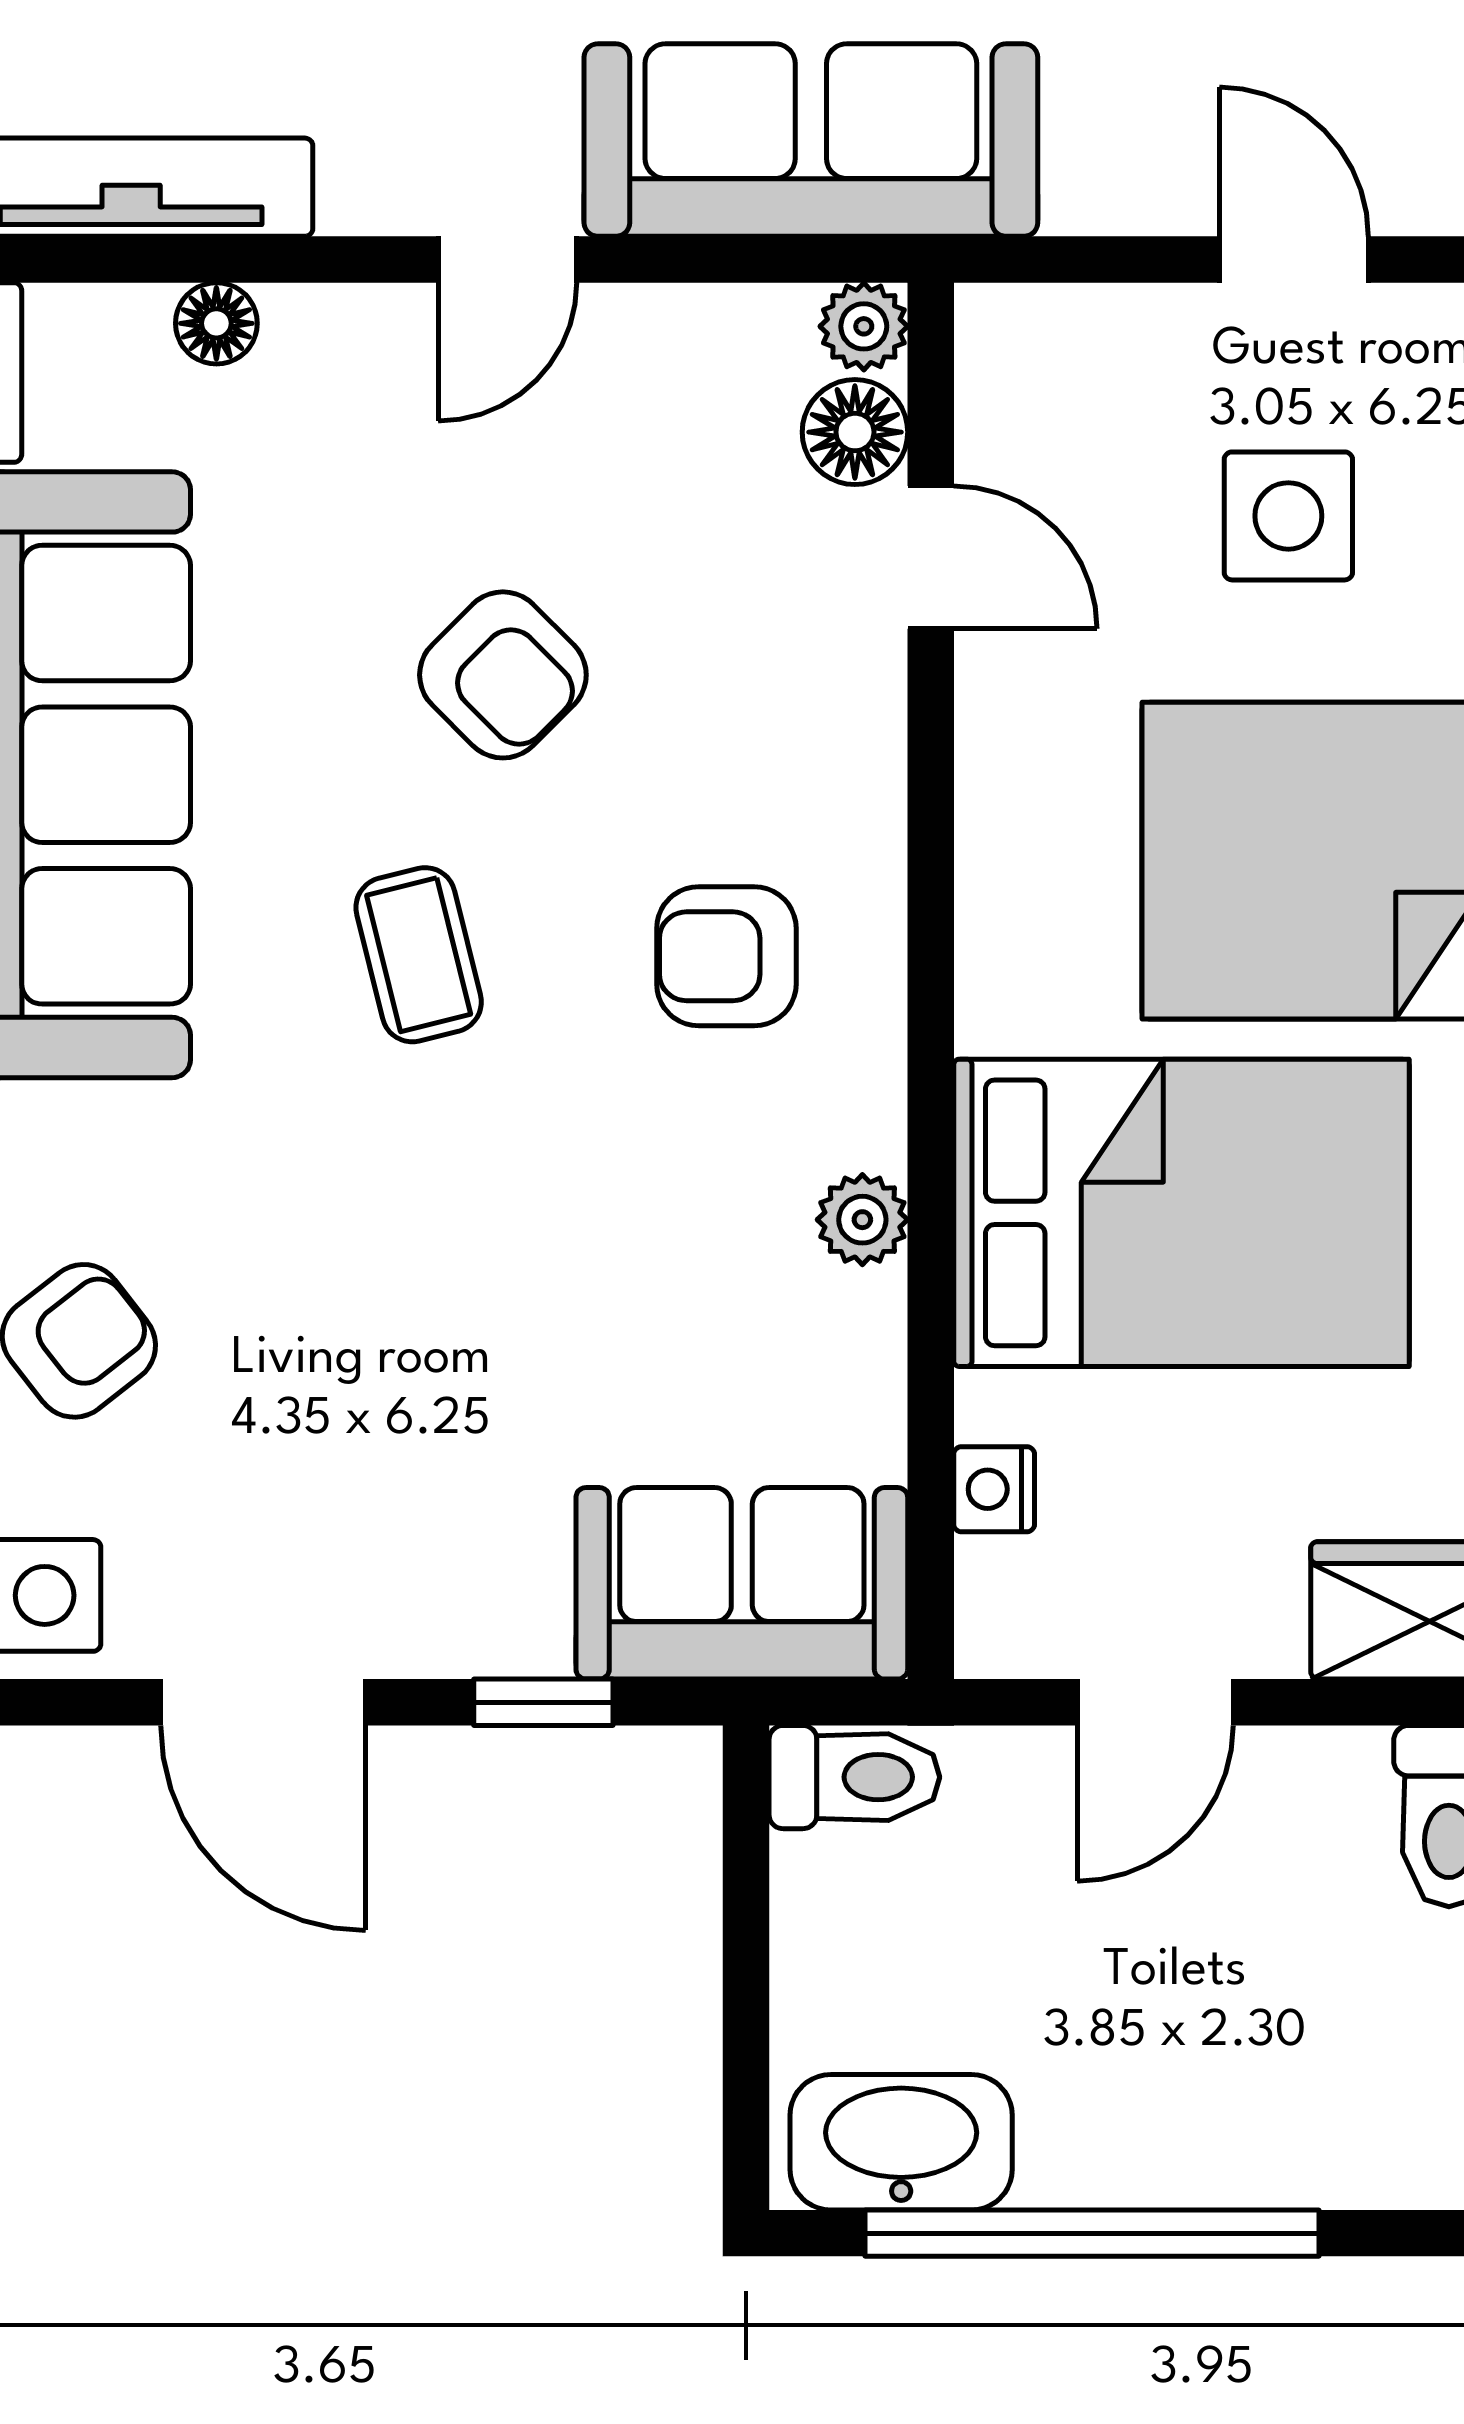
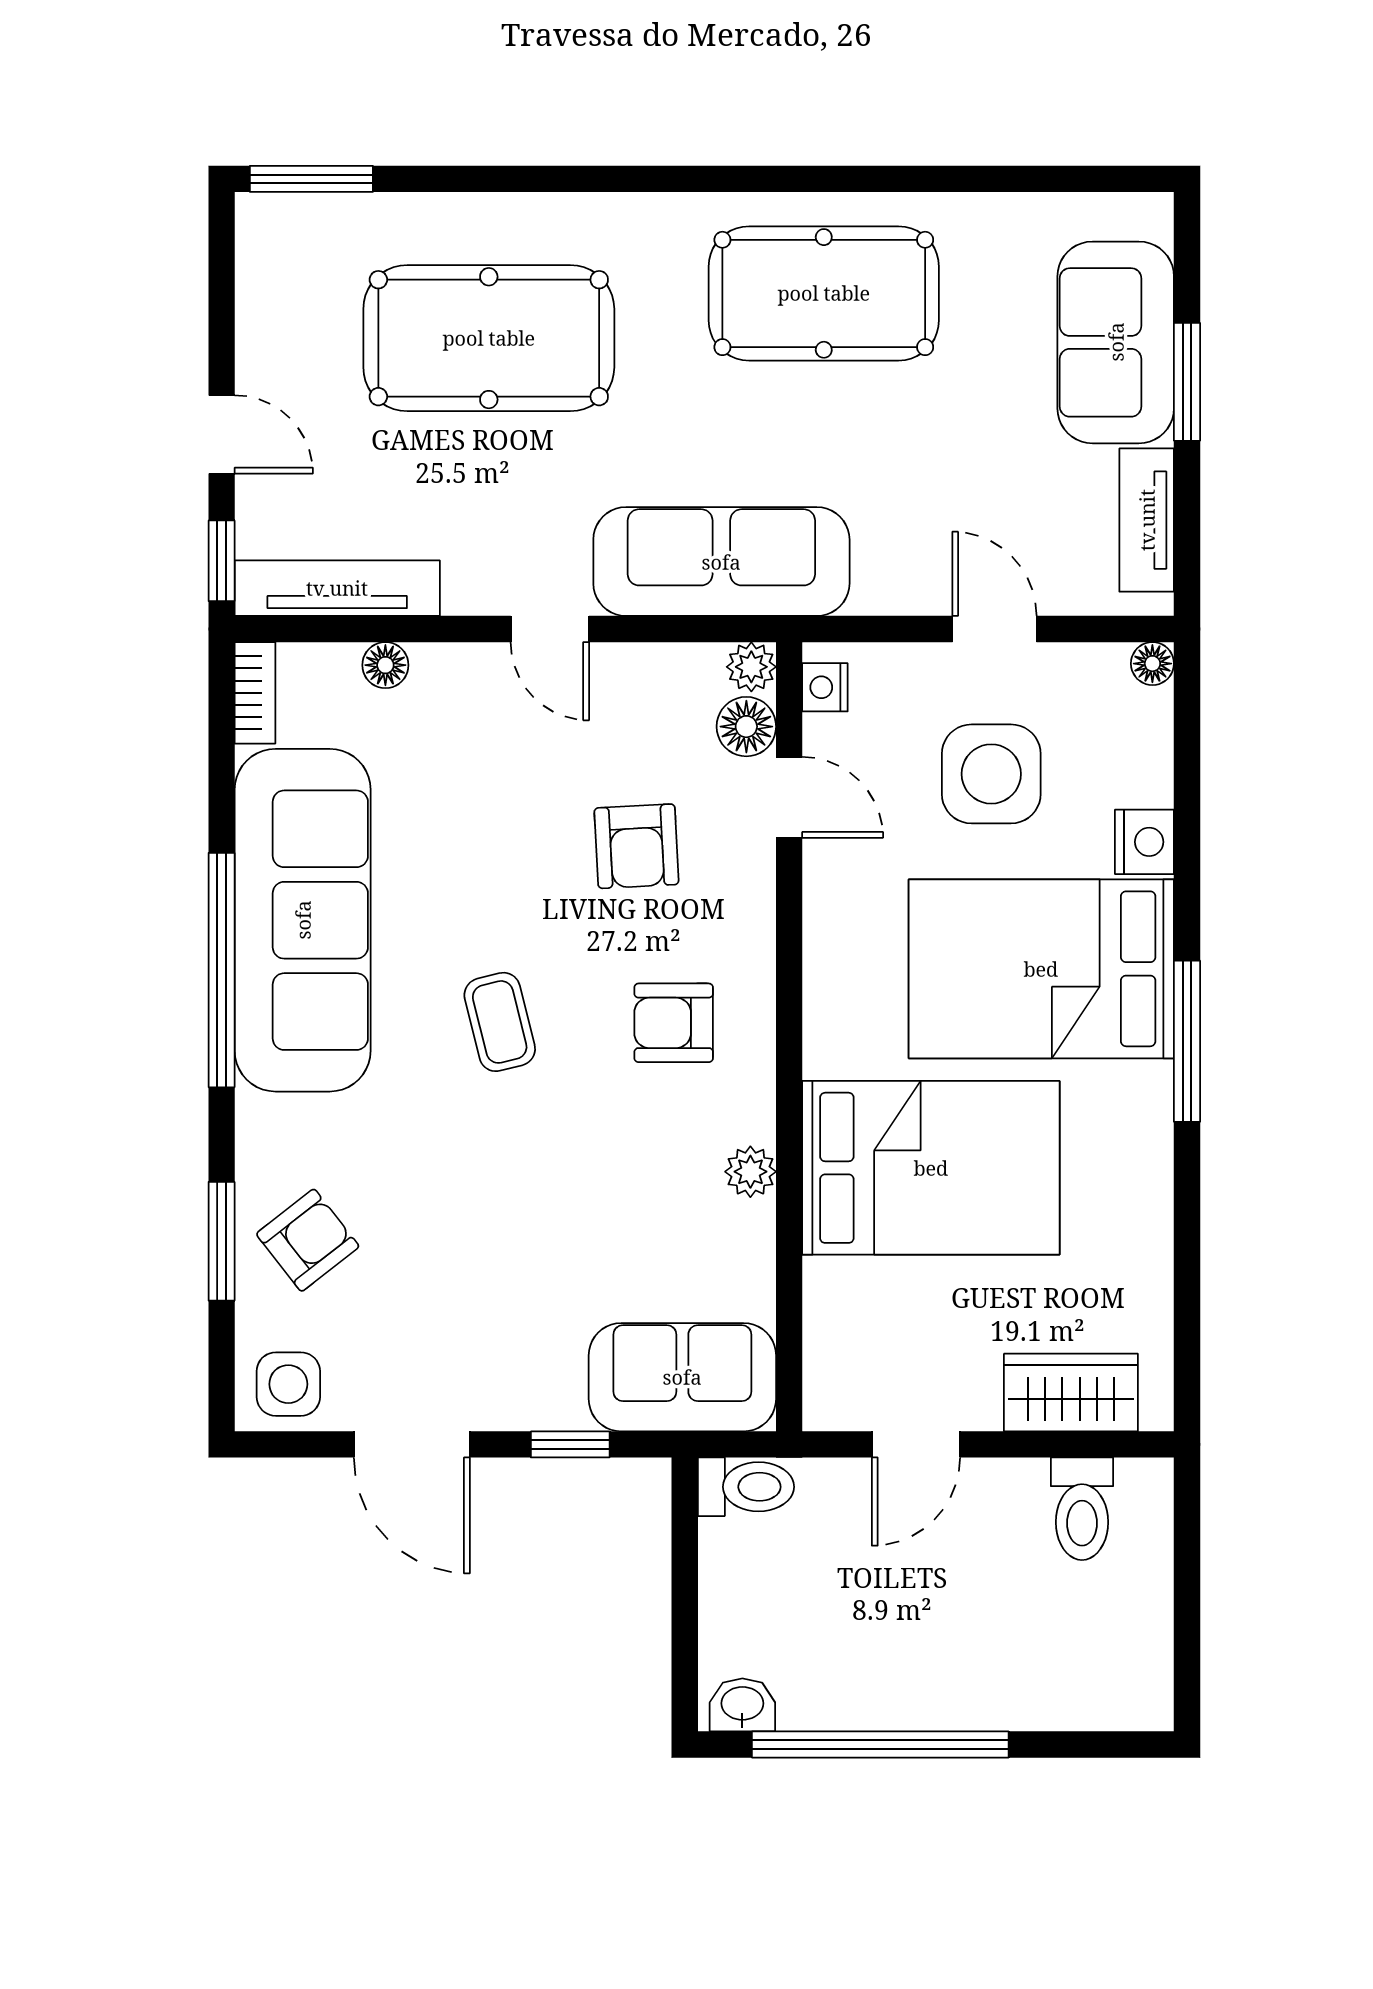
door: (507, 259) -> (550, 629), hinge flipped
side table: (1288, 516) -> (991, 774), width x1.37, depth x1.37
armchair: (503, 675) -> (636, 846), moved, turned 42
nightstand: (994, 1489) -> (825, 687), moved
washbasin: (901, 2142) -> (742, 1705), width x0.52, depth x0.69

